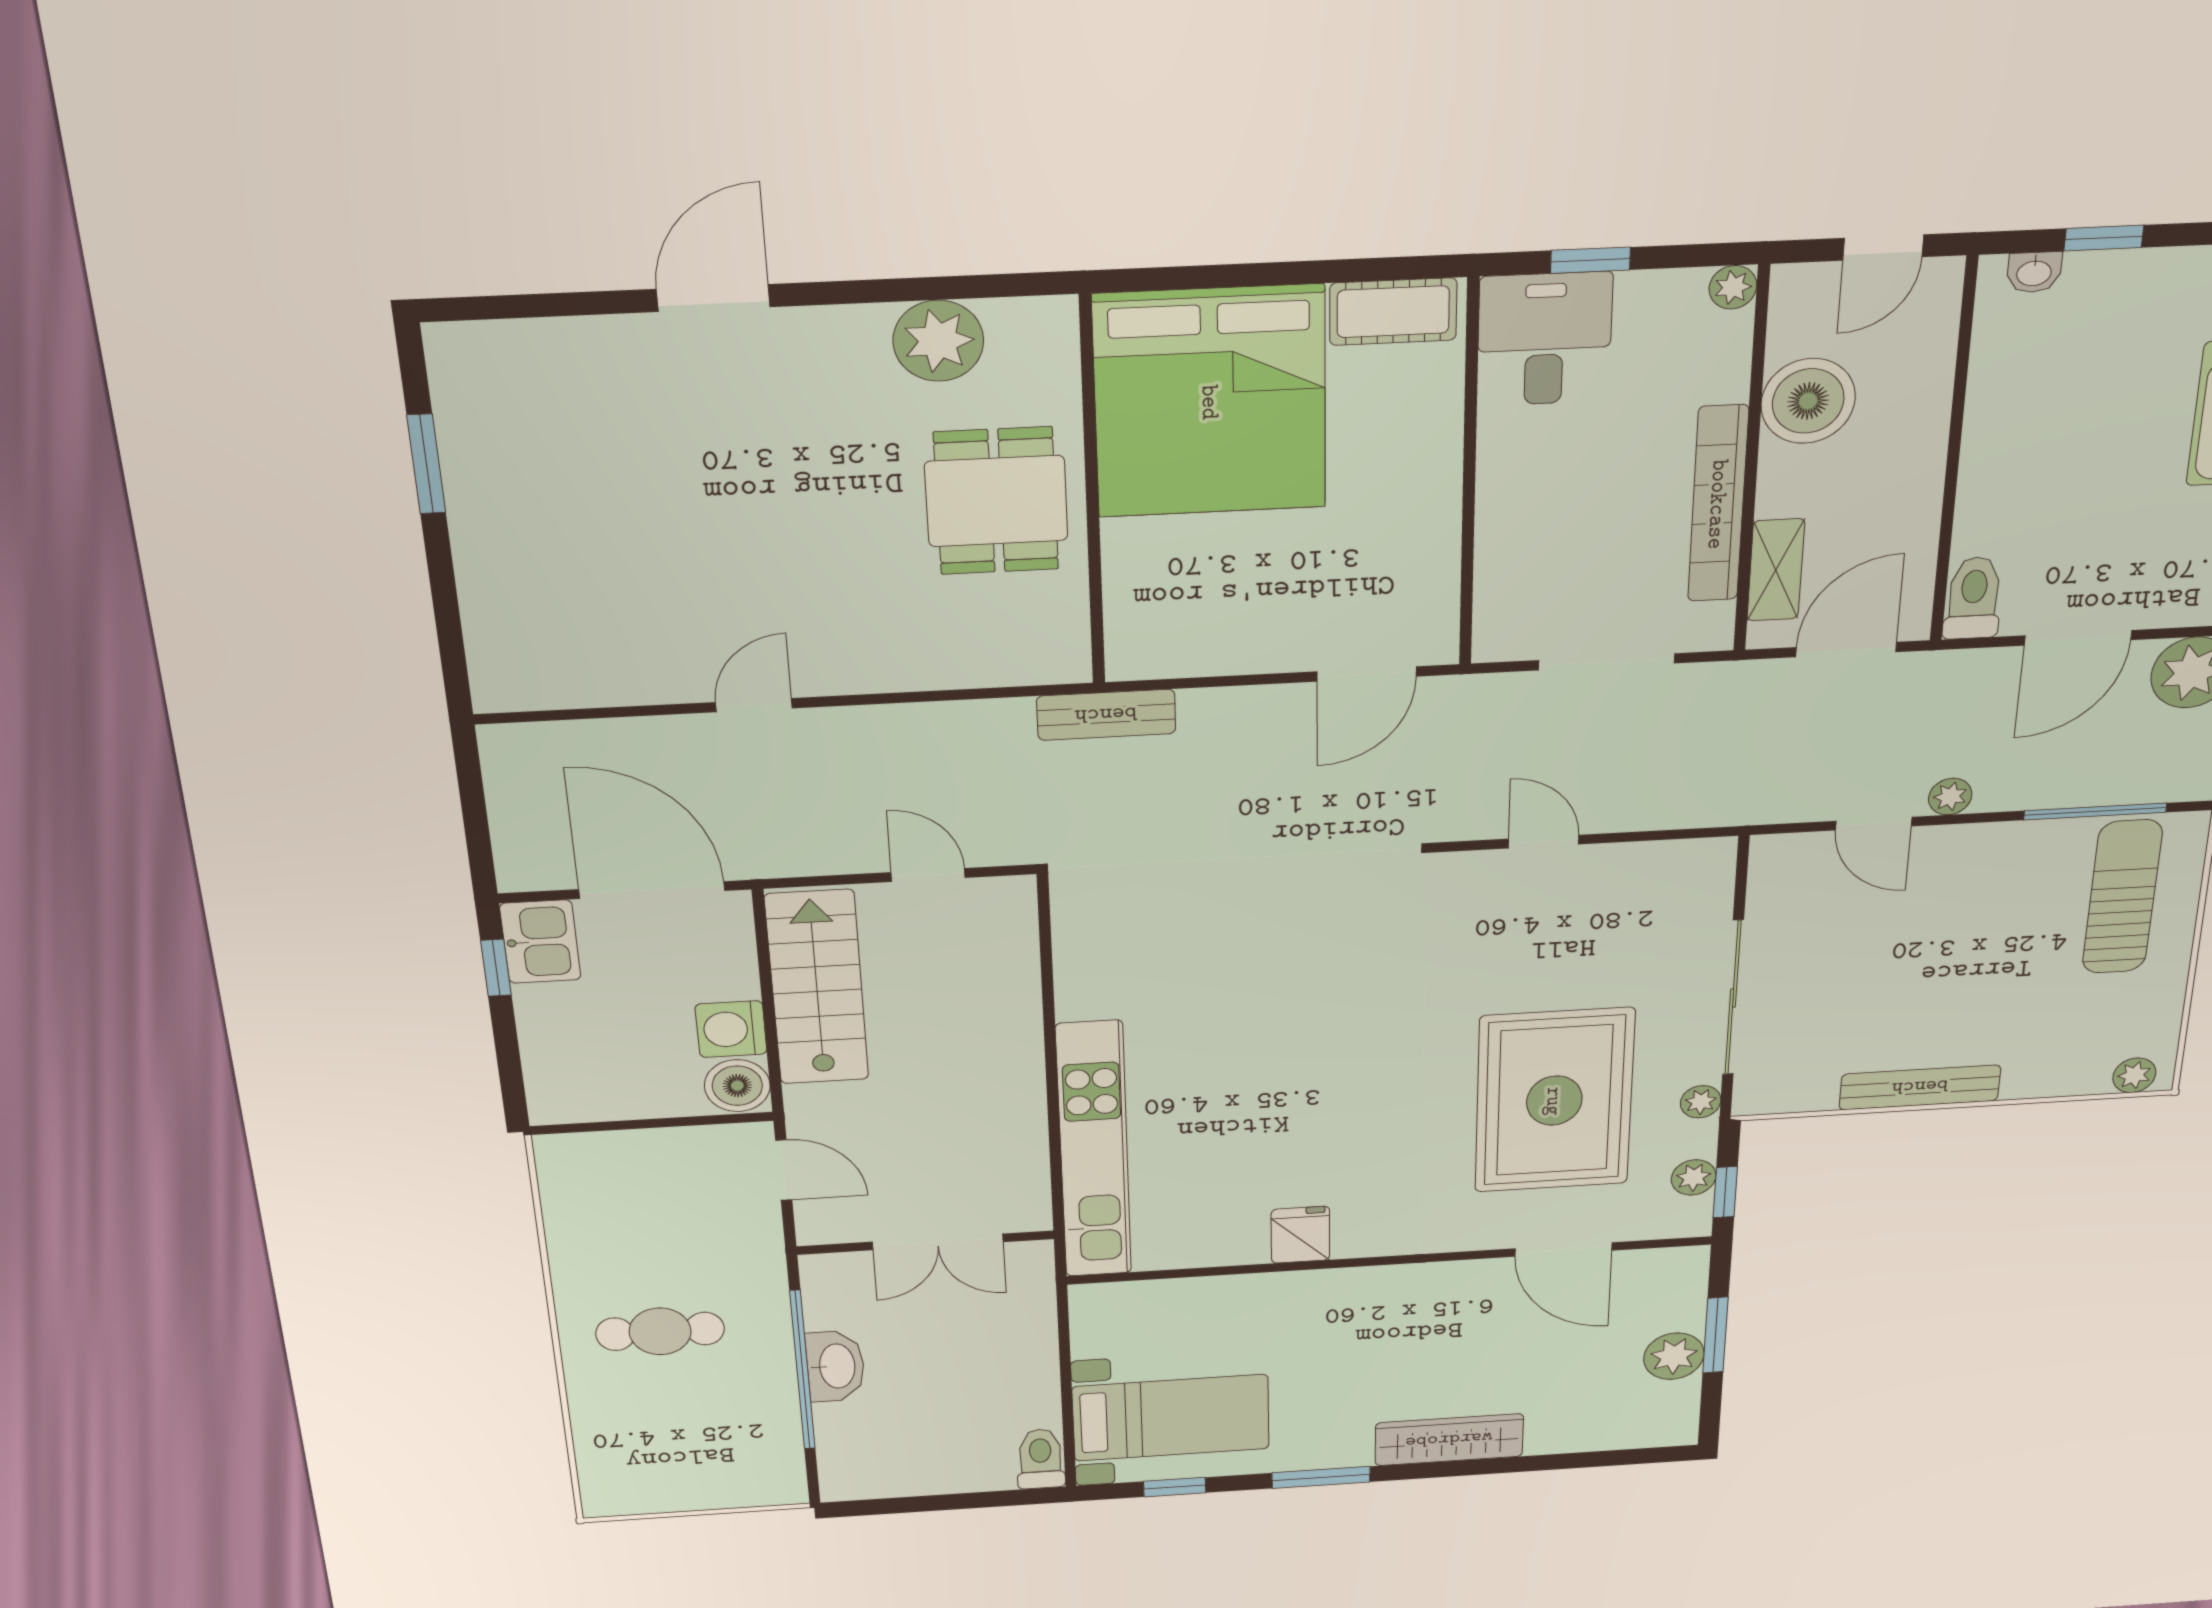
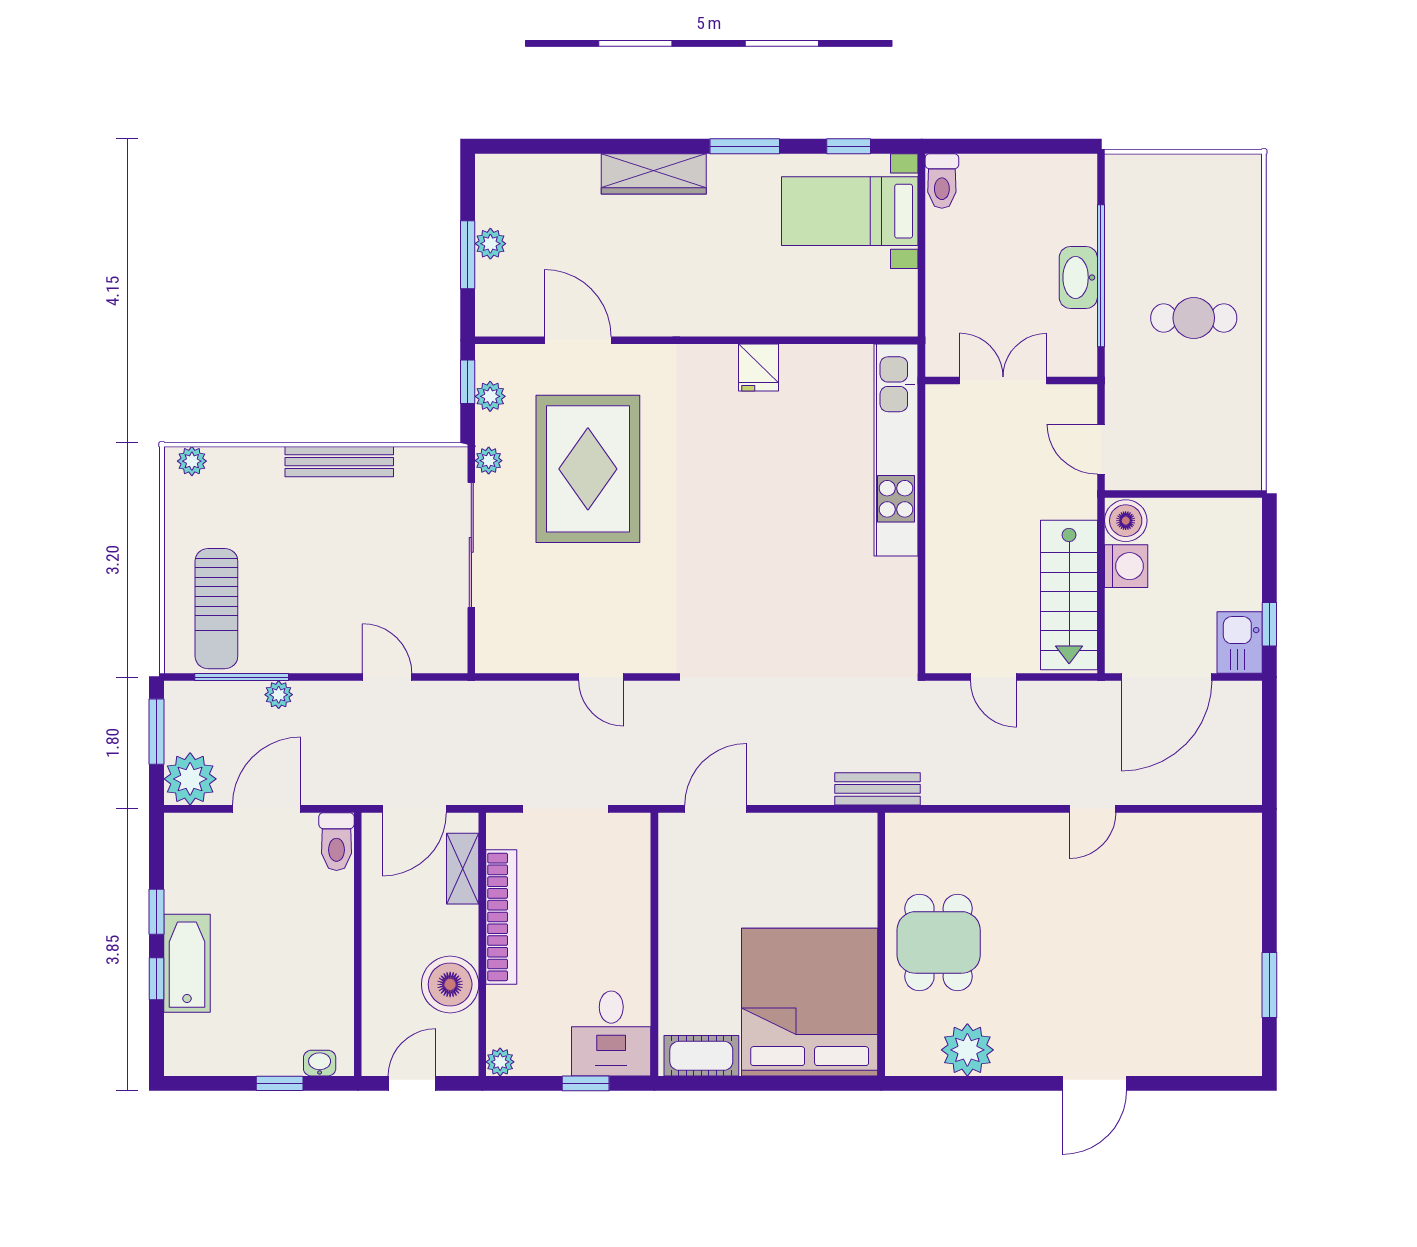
plant: (1950, 797) -> (279, 695), moved
door: (652, 890) -> (1167, 677), hinge flipped
plant: (1674, 1356) -> (490, 244), width x0.73, depth x0.73

